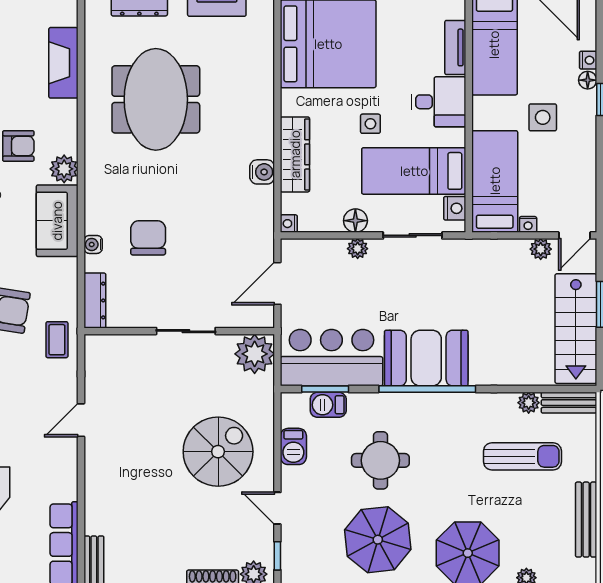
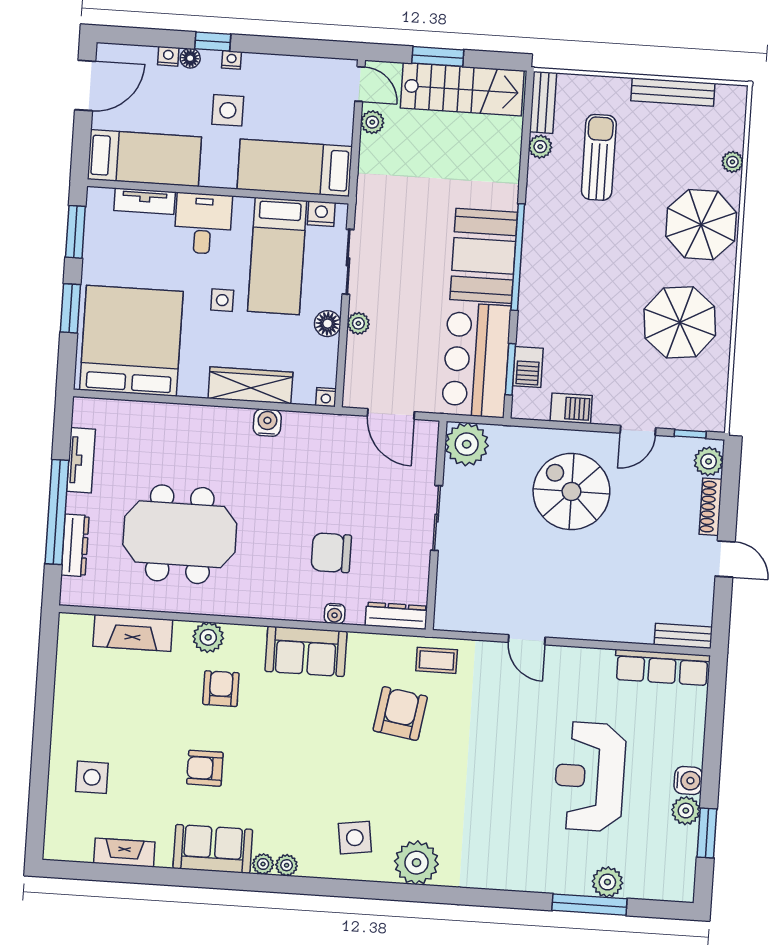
plant: (64, 169) -> (208, 637), moved
nightstand: (528, 224) -> (232, 60), moved, turned -90
round table: (380, 460) -> (593, 314), removed

